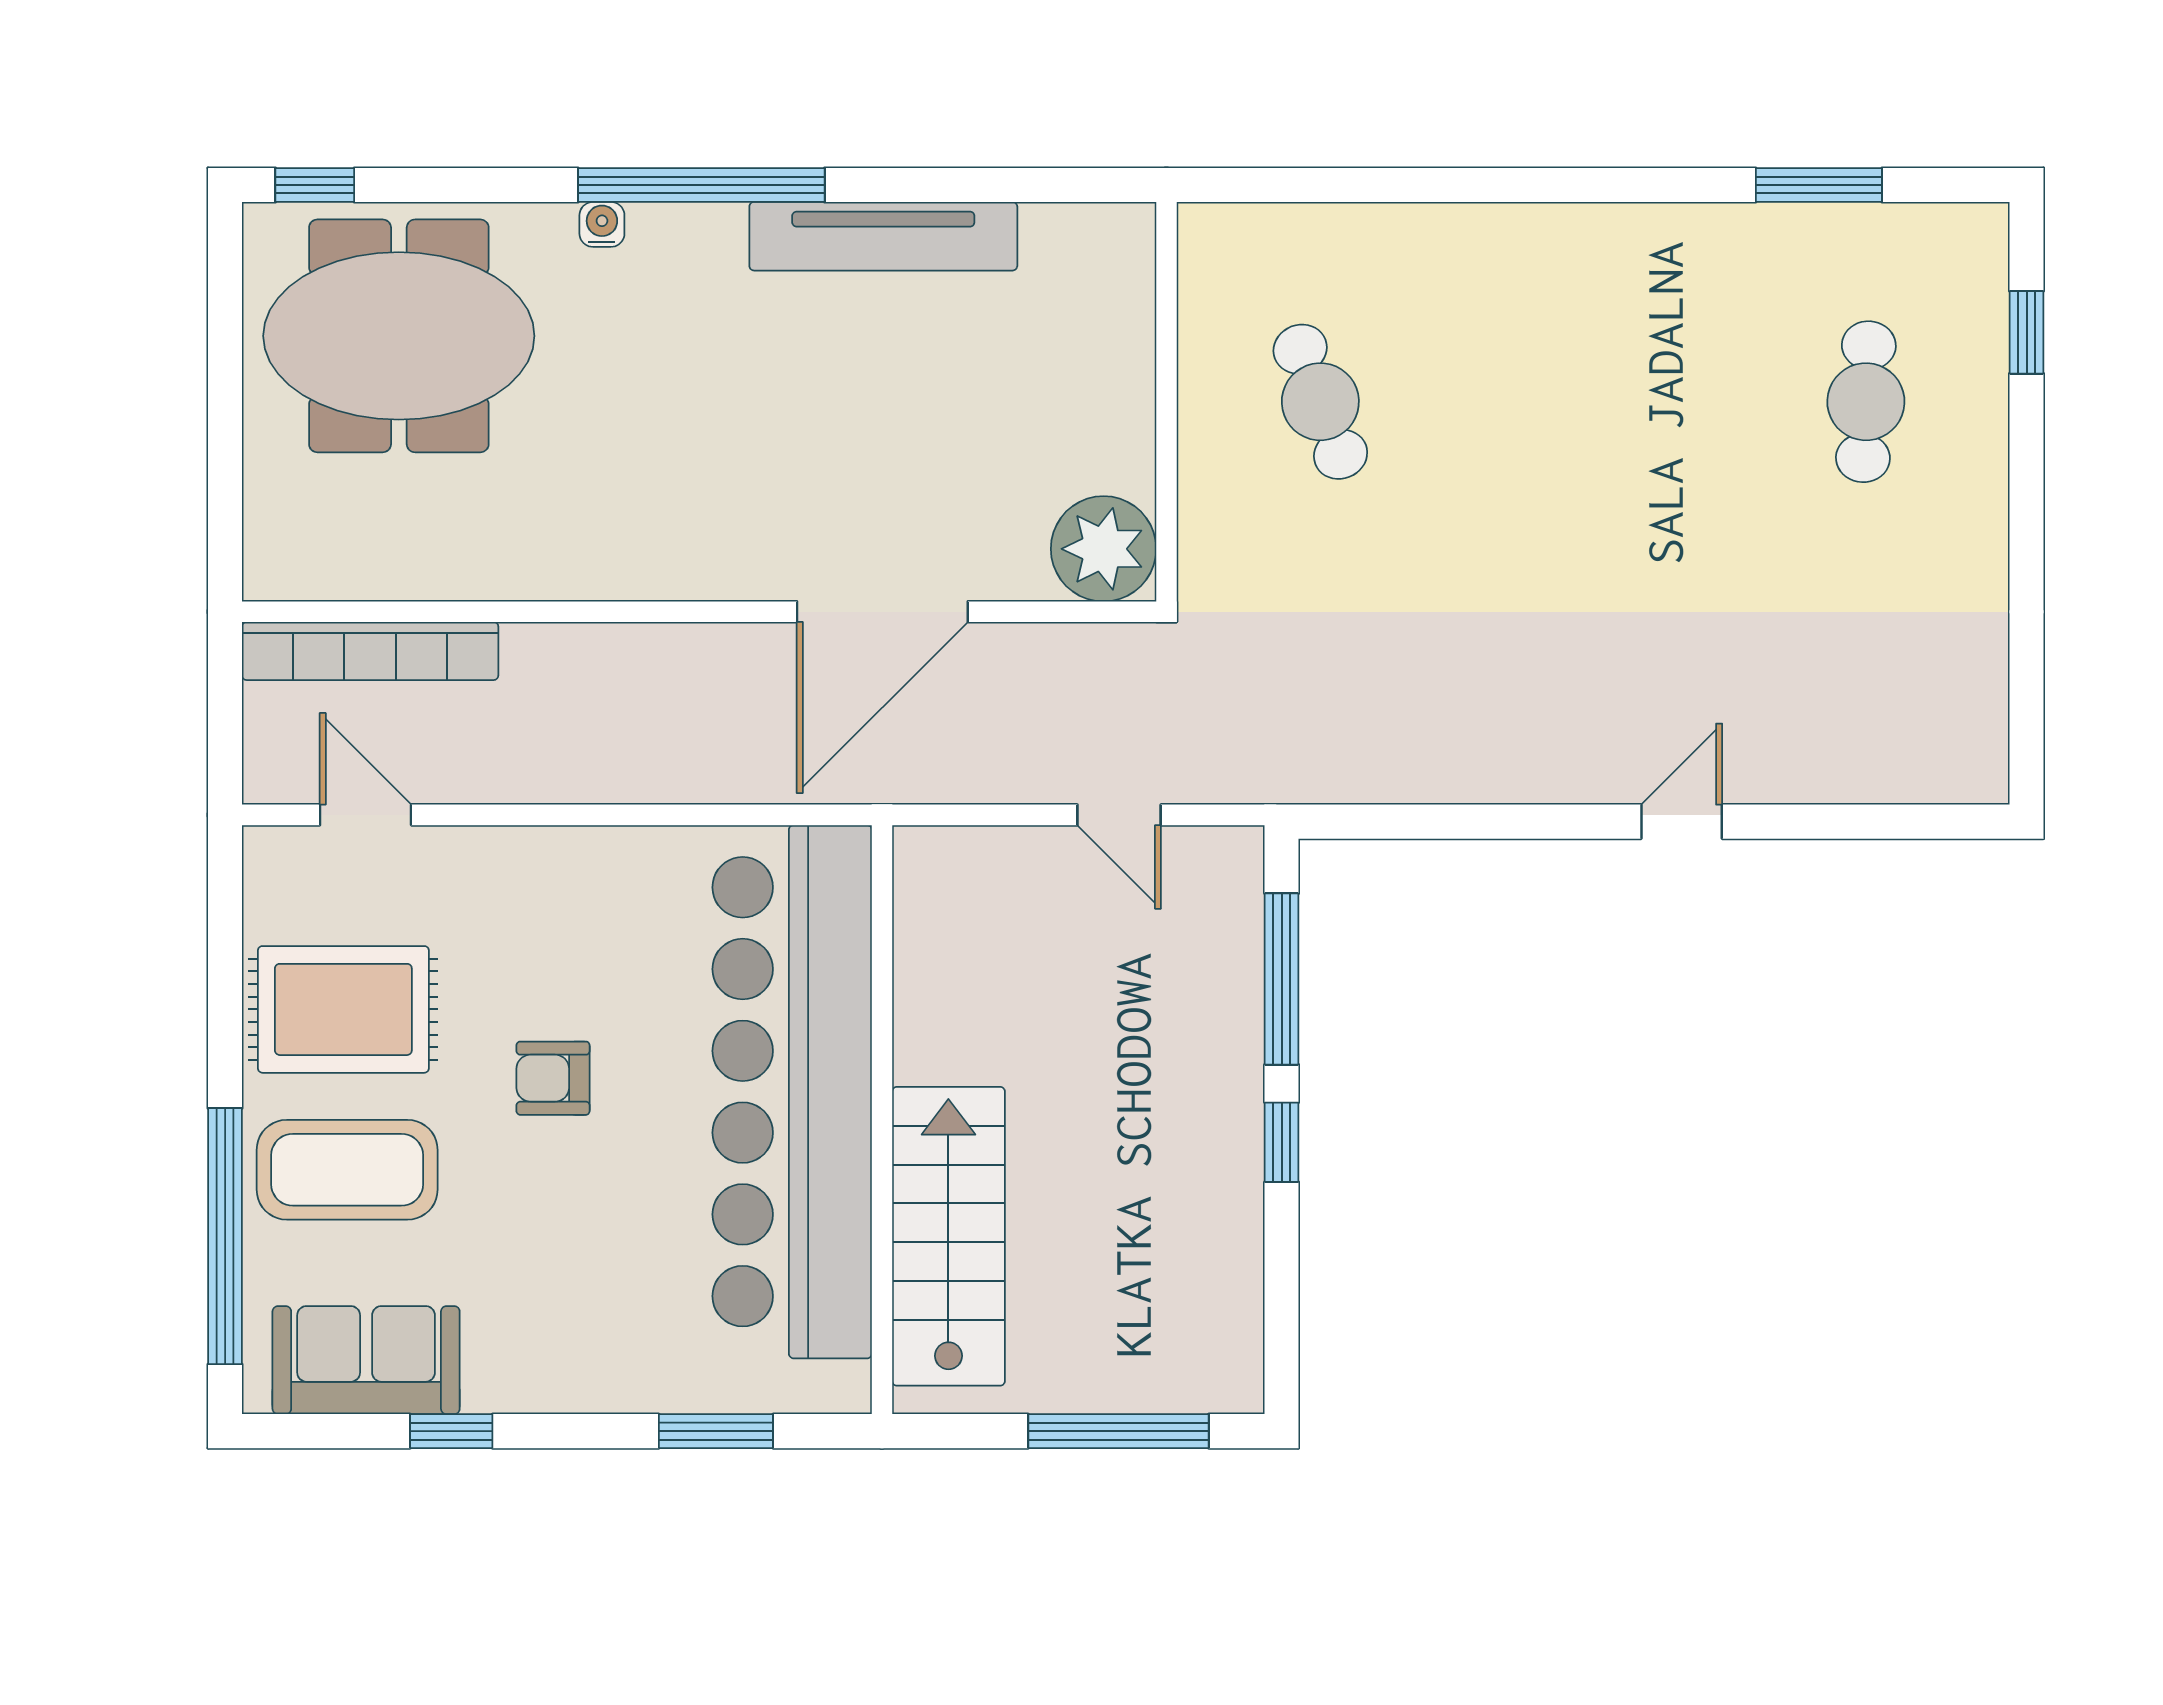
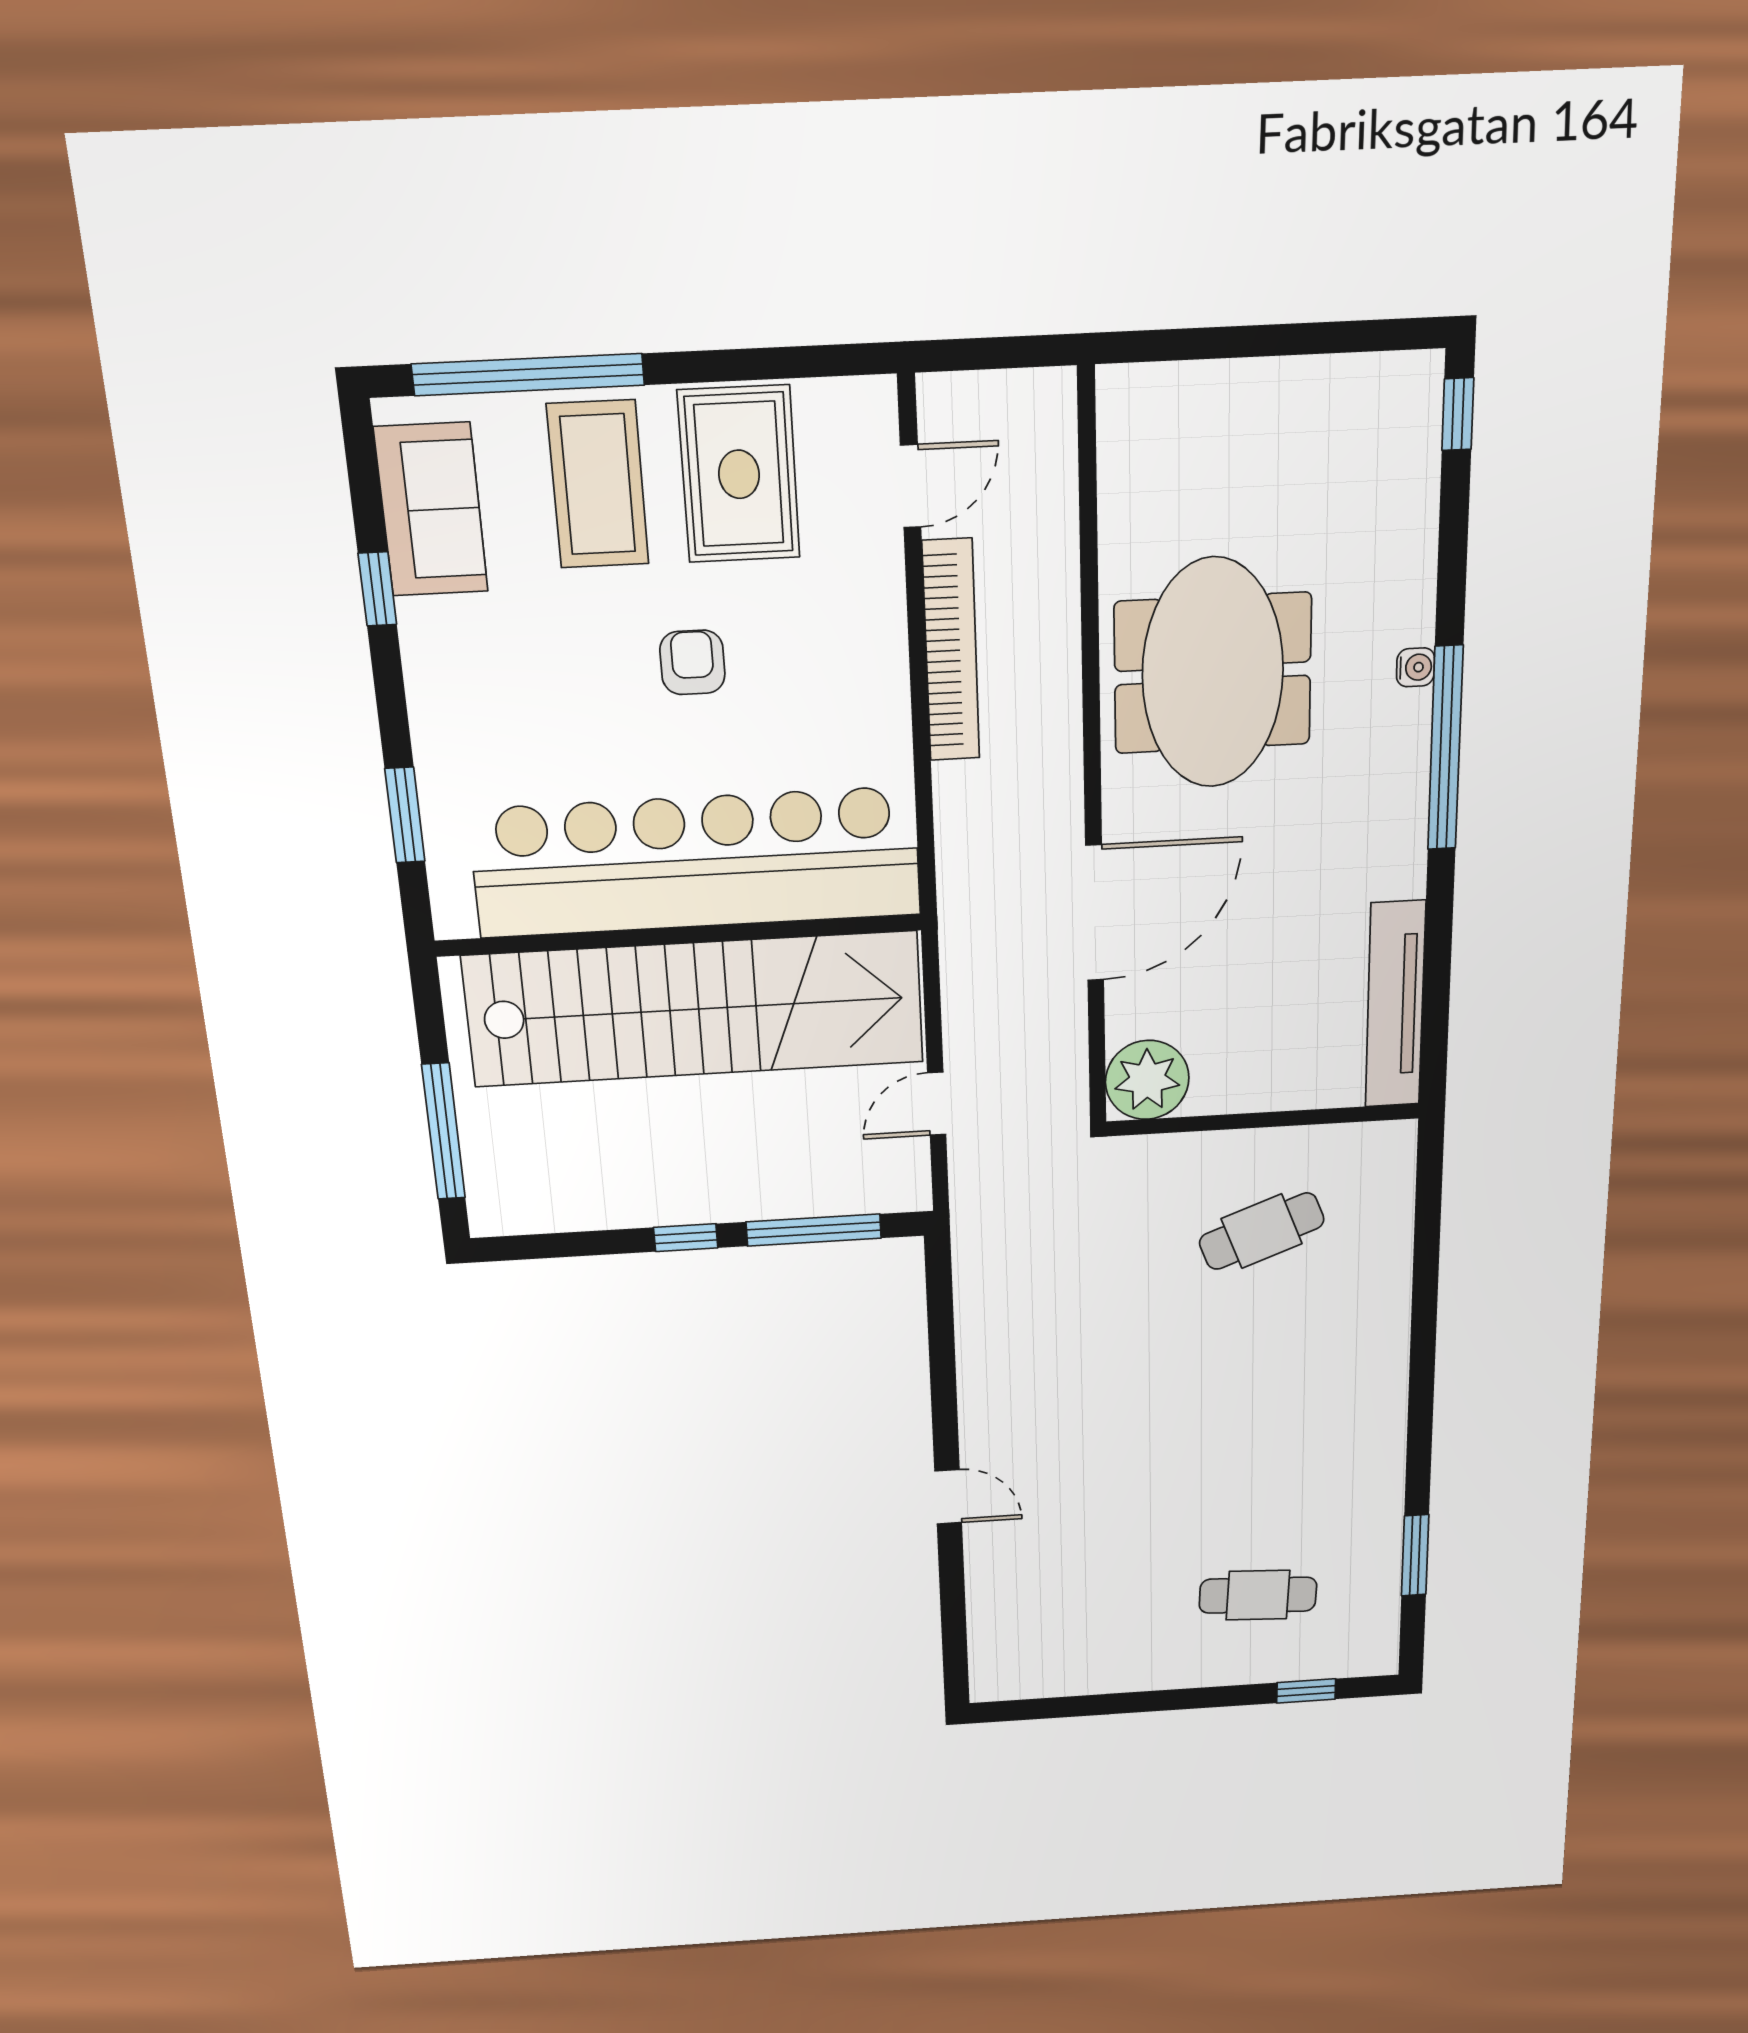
tv unit: (883, 236) -> (1395, 1005), moved
meeting table: (399, 336) -> (1213, 673), moved
door: (882, 612) -> (1095, 913), swing flipped
bookcase: (370, 651) -> (951, 651), moved, turned 180
stairs: (948, 1236) -> (695, 1009), width x1.86, depth x1.51

